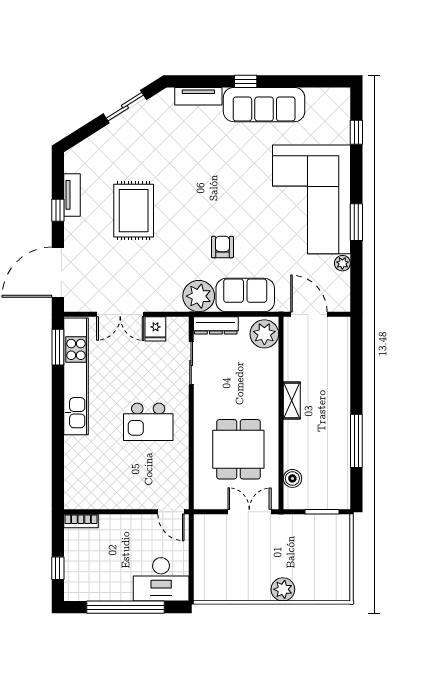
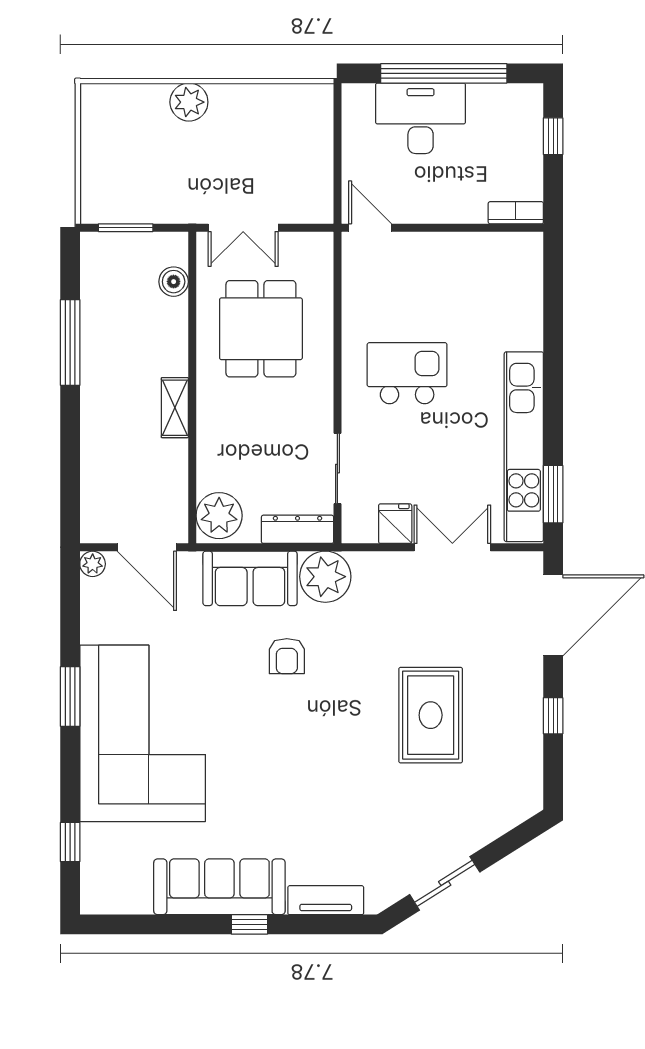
tv unit: (72, 195) -> (530, 740), removed
plant: (342, 263) -> (93, 564), moved
desk: (161, 579) -> (421, 118), moved

